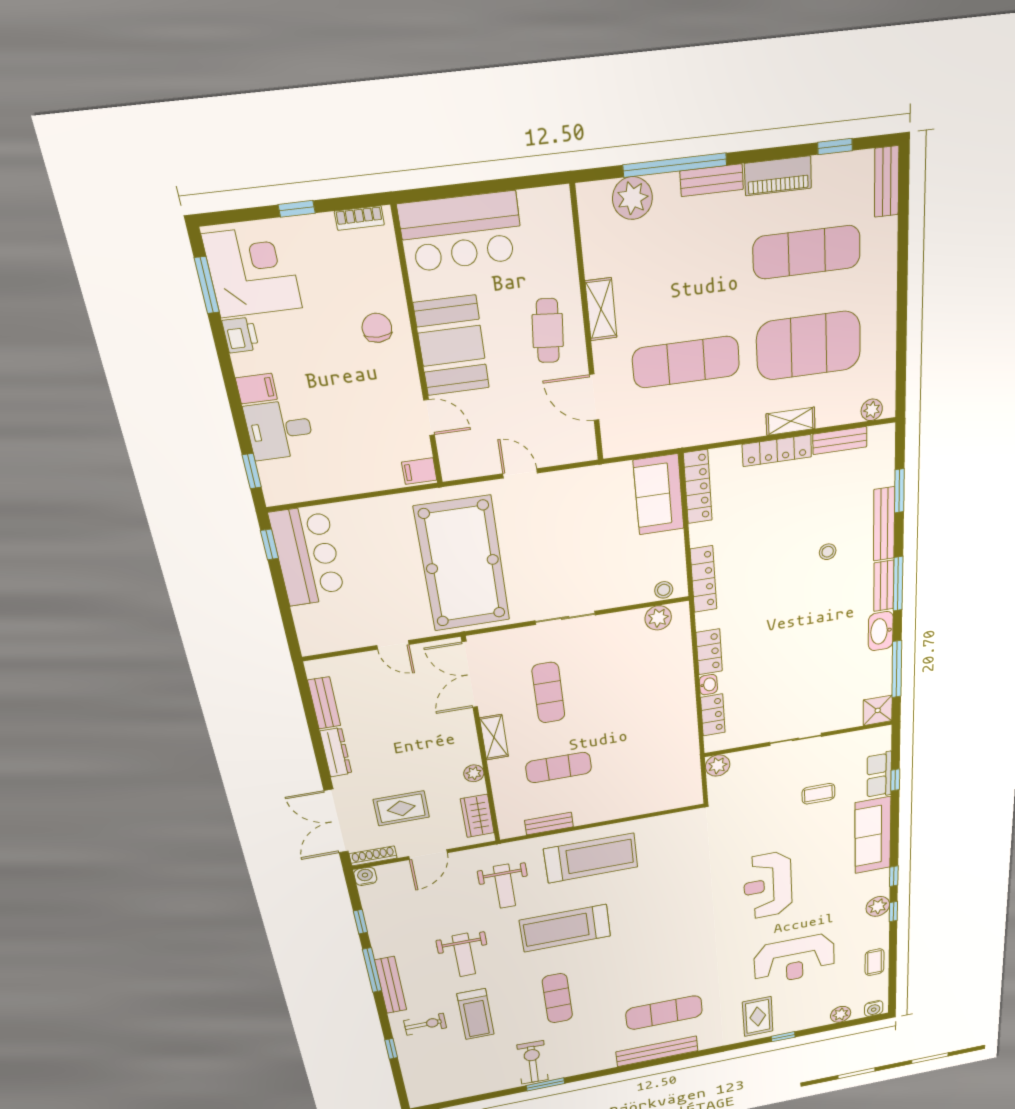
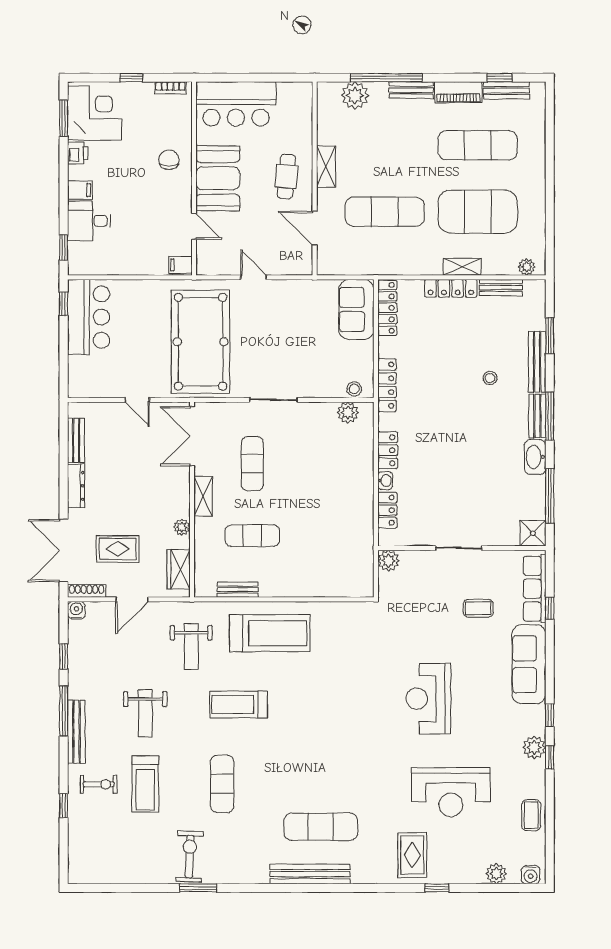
bench: (887, 182) -> (506, 90), moved, turned 90
row of seats: (879, 775) -> (535, 589), width x1.48
treadmill: (565, 928) -> (239, 705), width x0.73, depth x0.73

